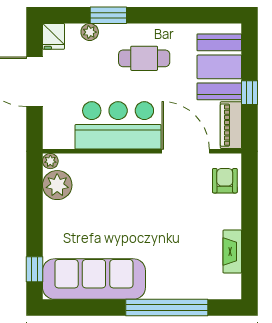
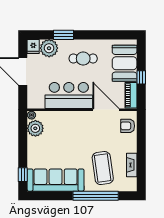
plant: (90, 32) -> (49, 48), width x1.88, depth x1.88
armchair: (225, 181) -> (128, 126), turned -90
coffee table: (180, 257) -> (103, 168), added

